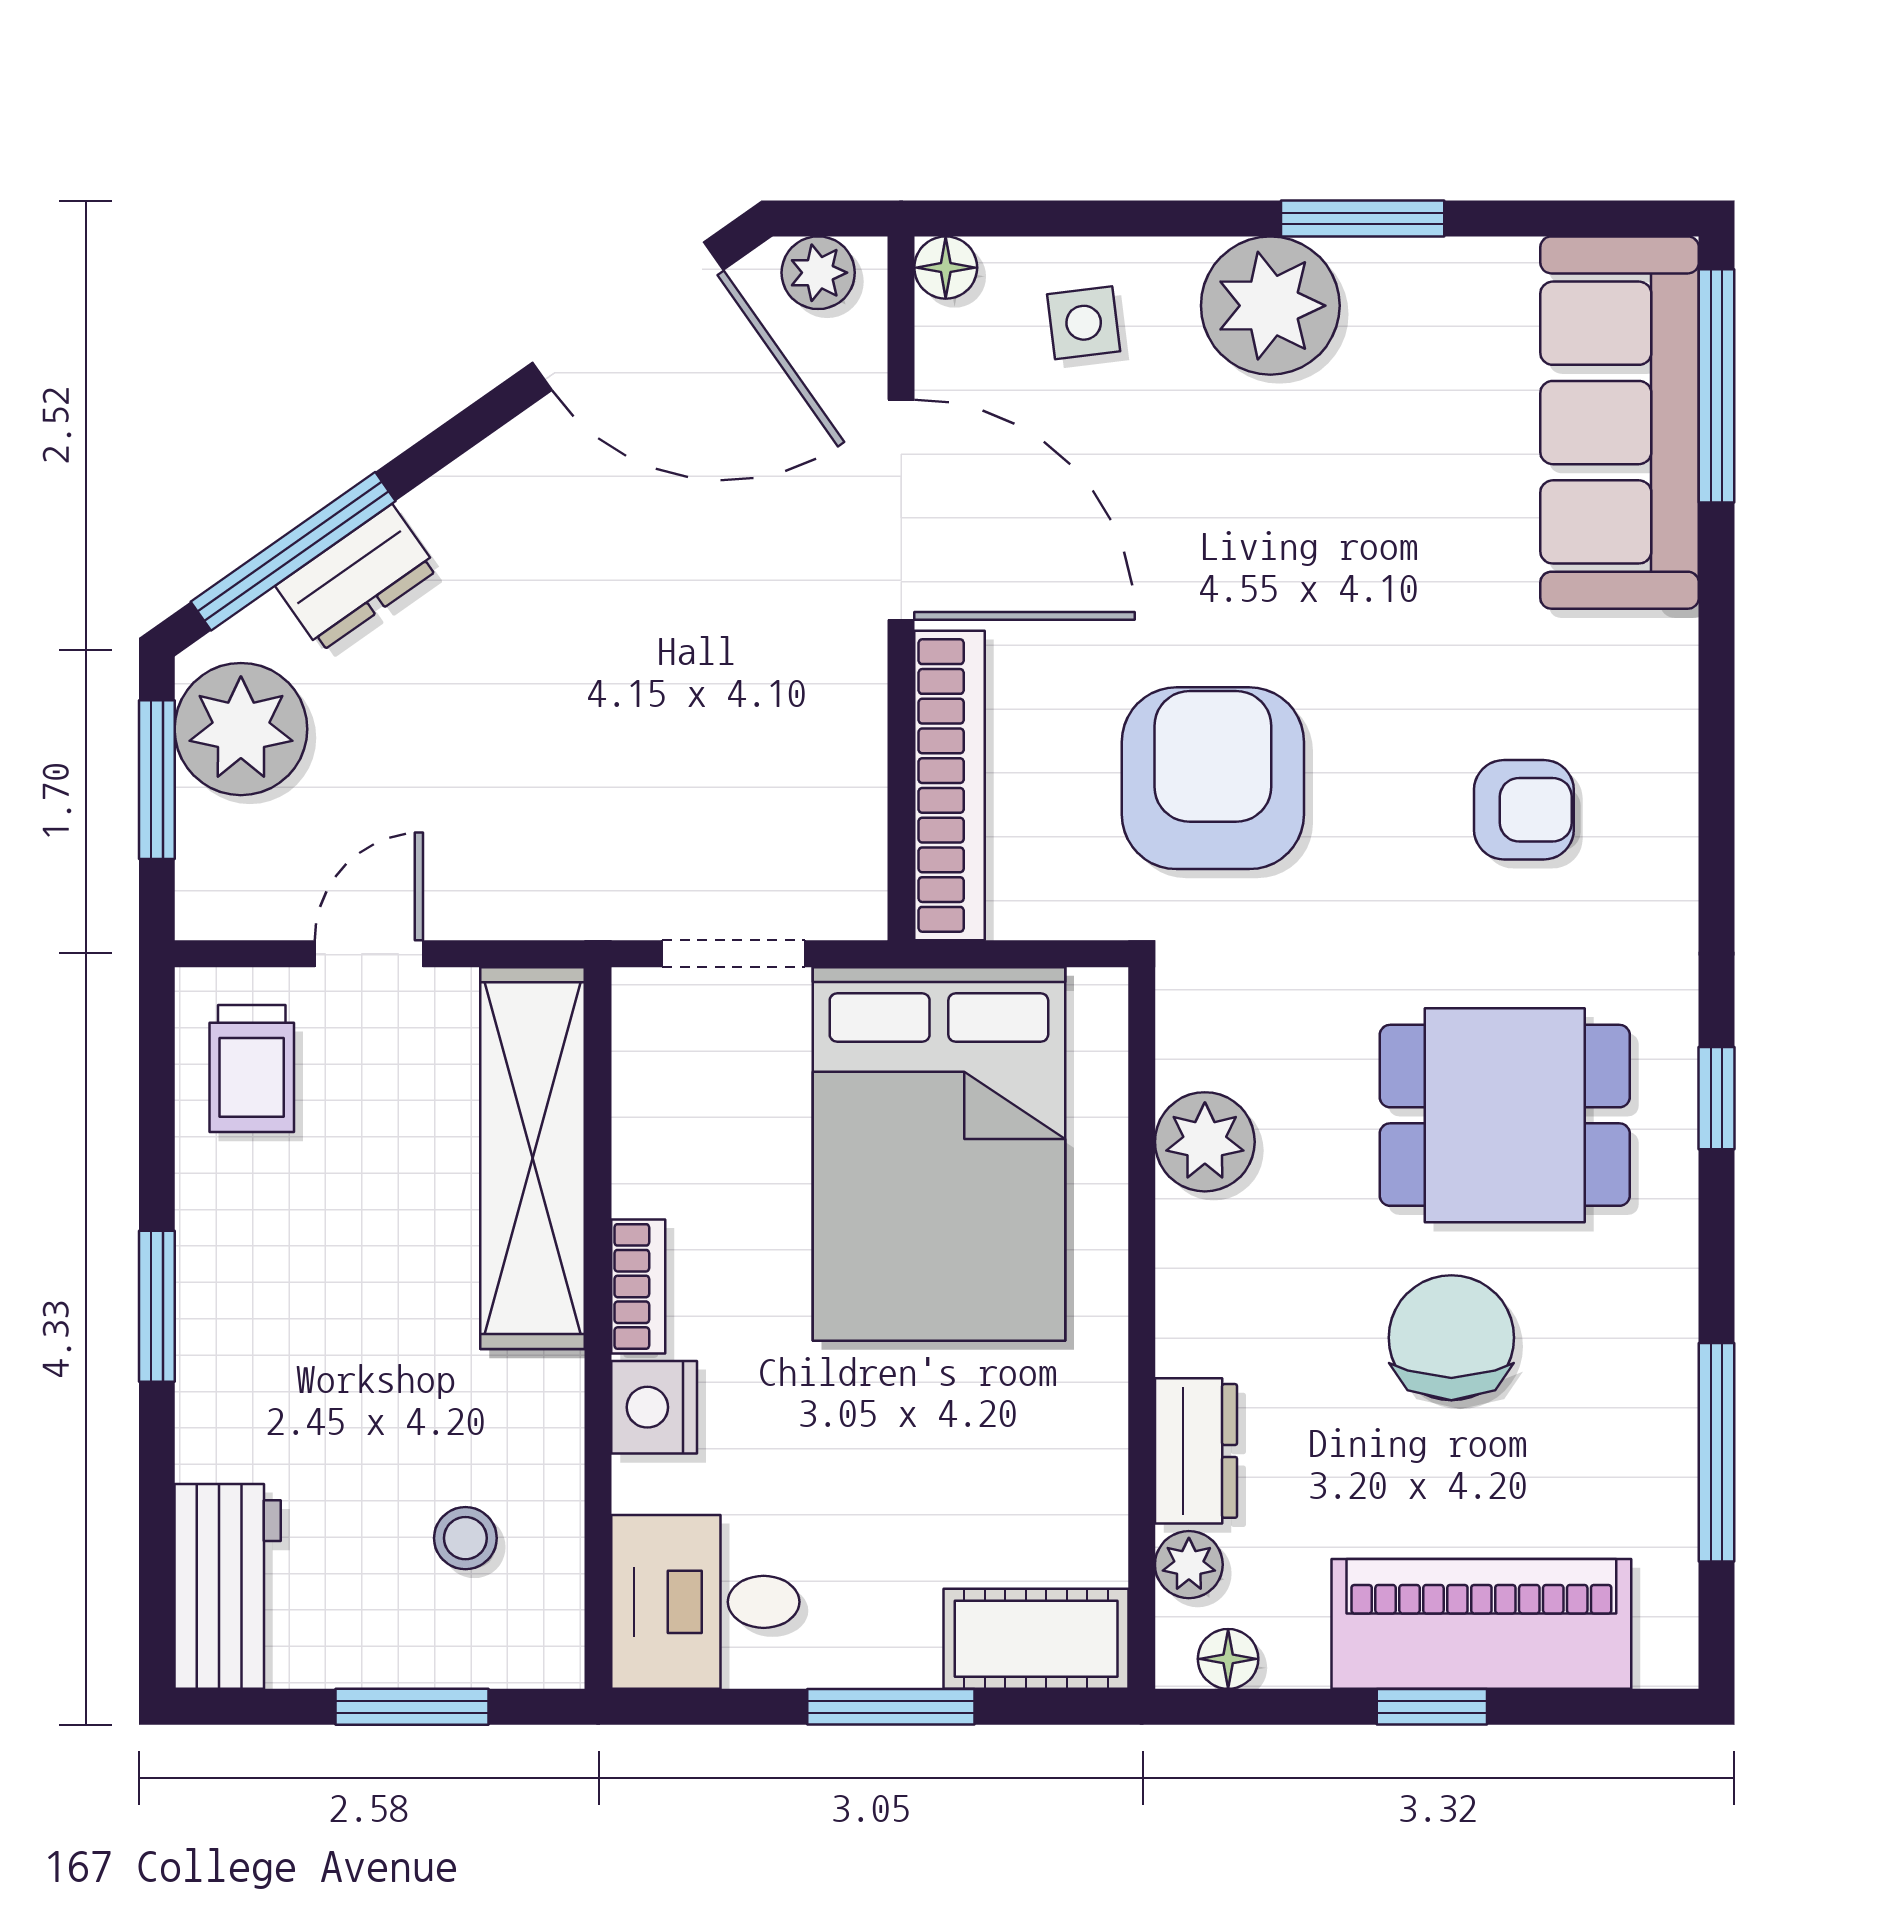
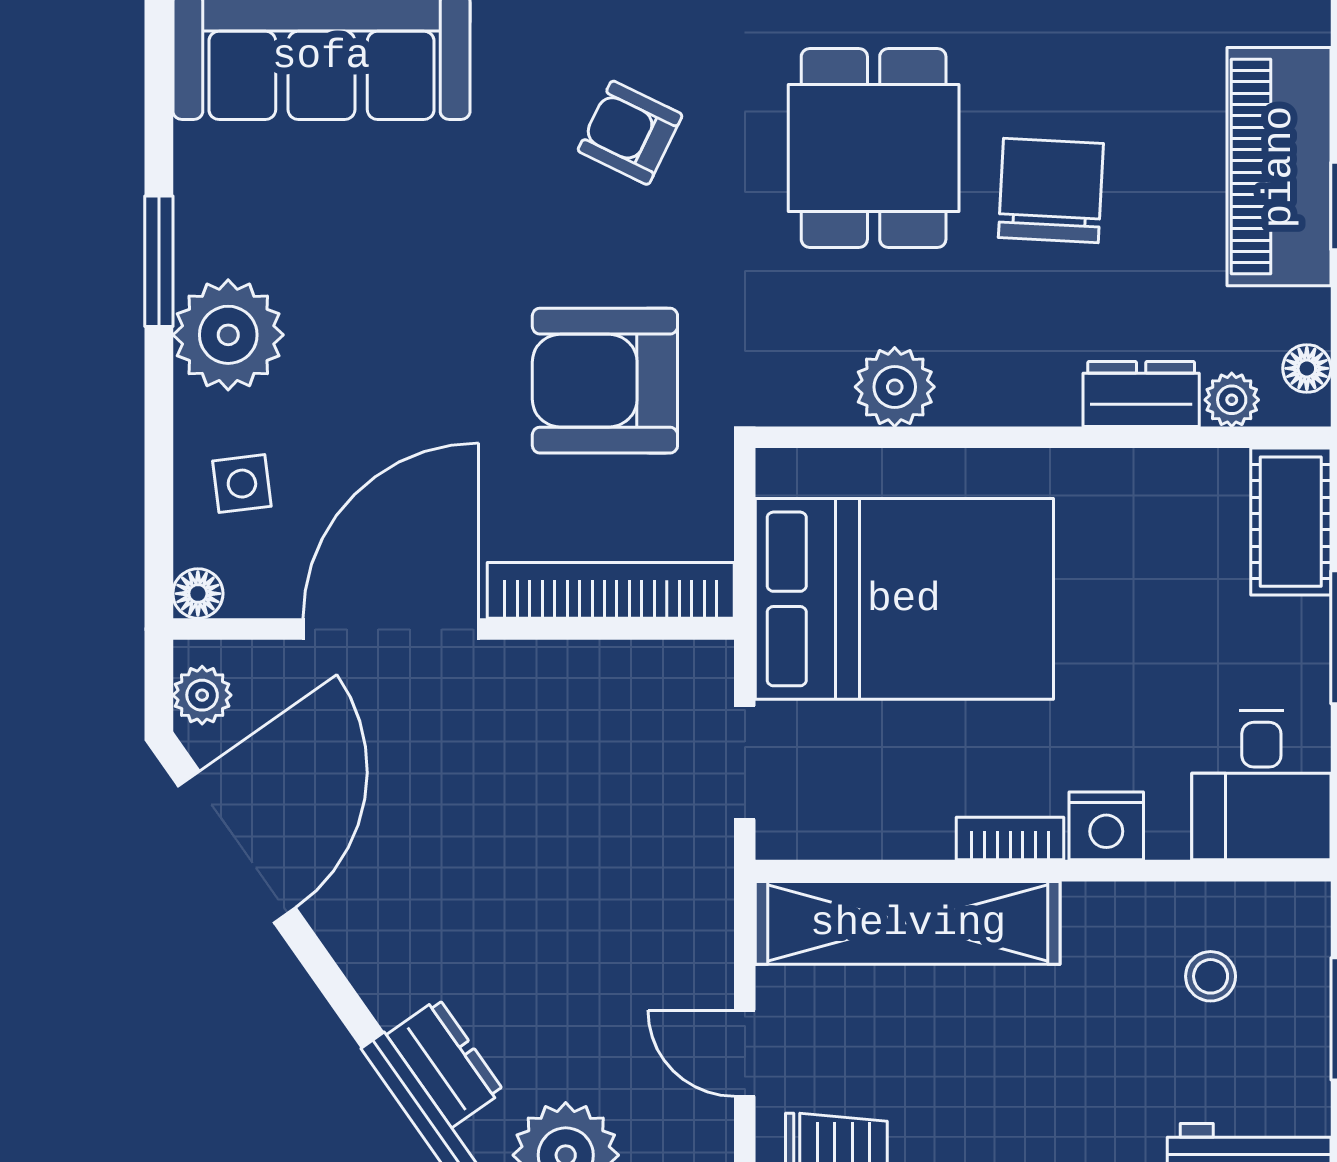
armchair: (1524, 810) -> (630, 133), turned -64
chair: (1451, 1338) -> (1051, 190), turned 93

